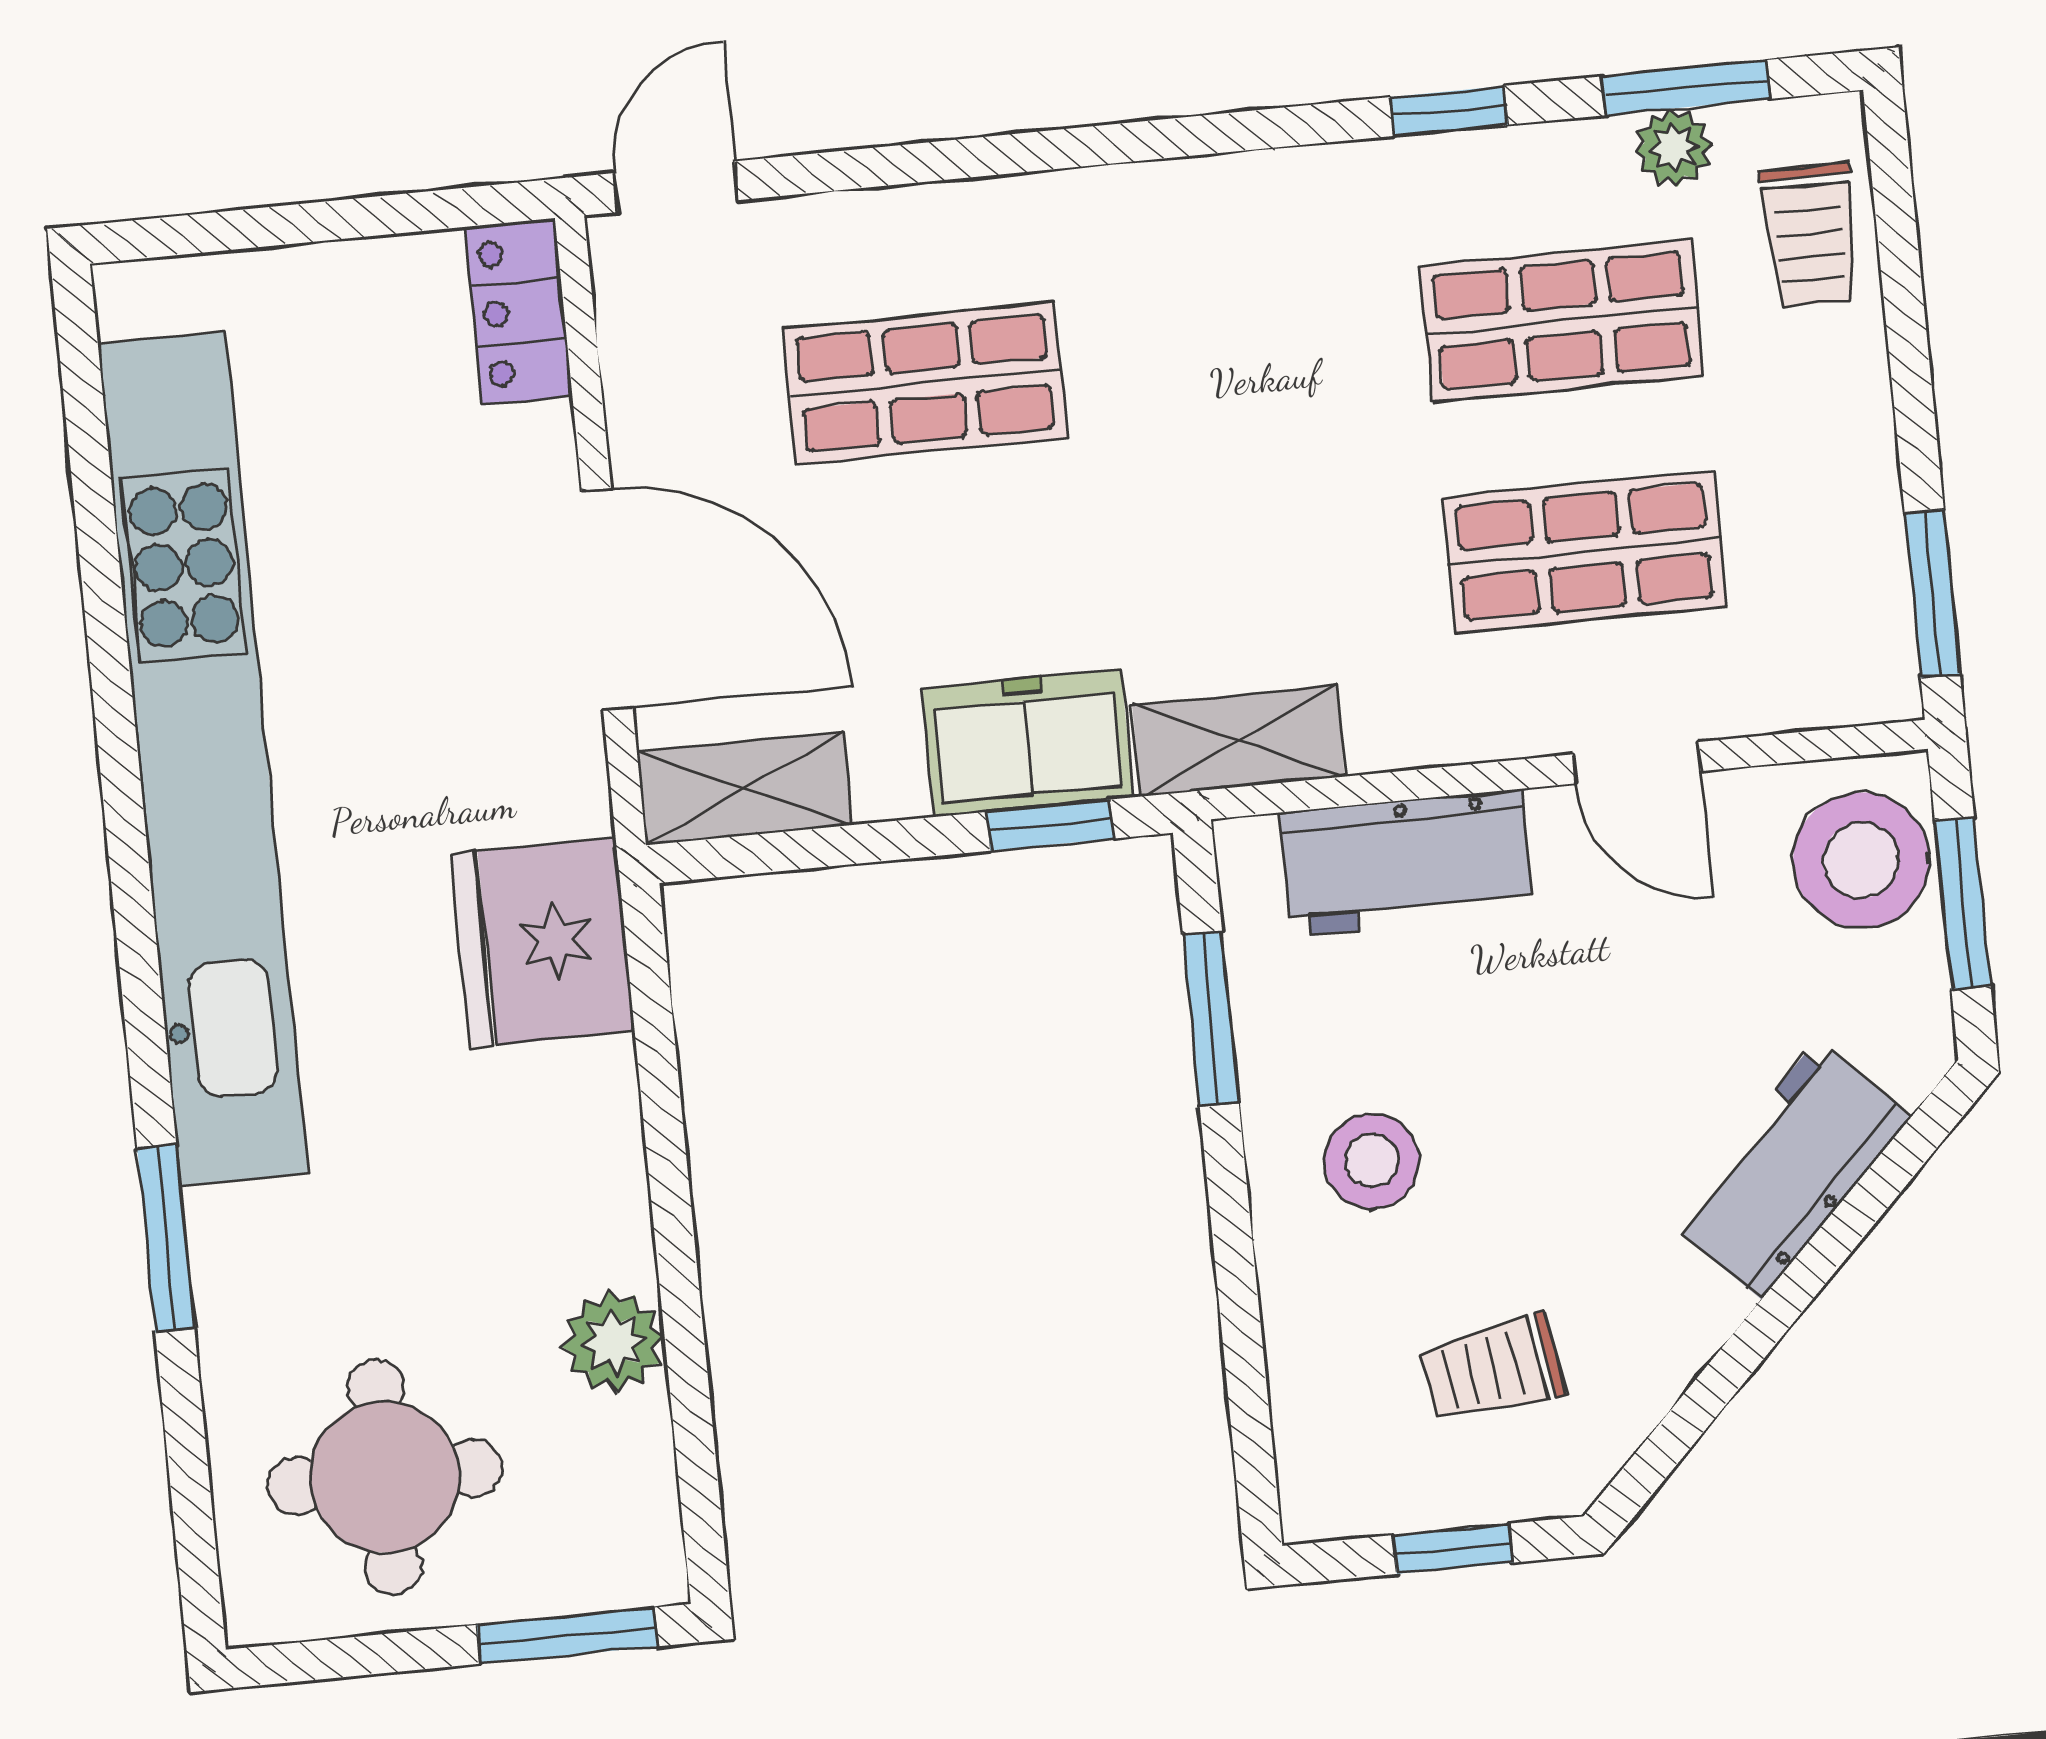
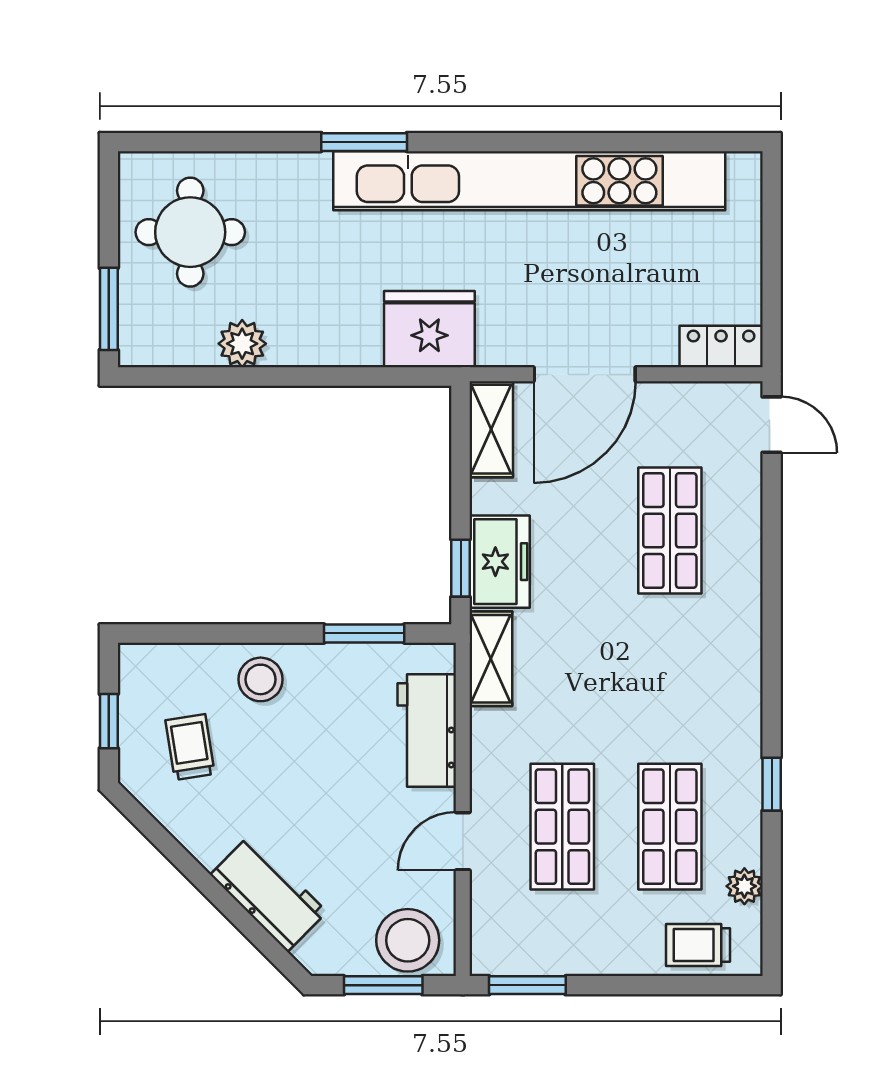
window: (1686, 88) -> (772, 895), removed
stool: (1372, 1161) -> (261, 679), moved
window: (166, 1239) -> (364, 142), moved

